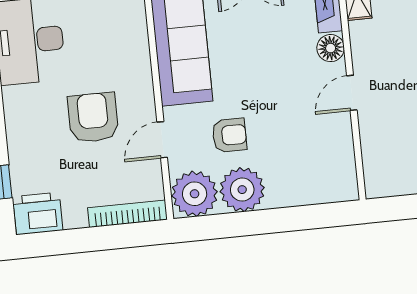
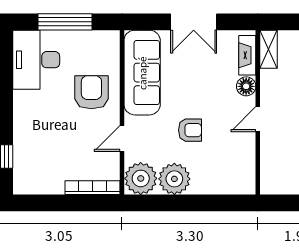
armchair: (93, 118) -> (91, 92), moved
armchair: (229, 135) -> (190, 130), moved
printer: (38, 213) -> (30, 181), removed

